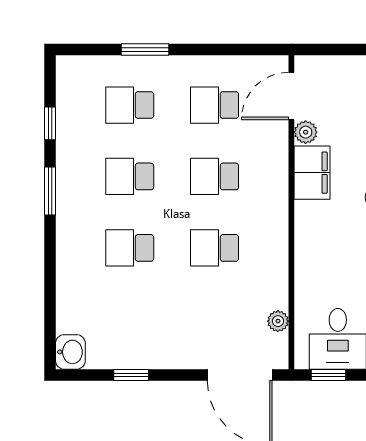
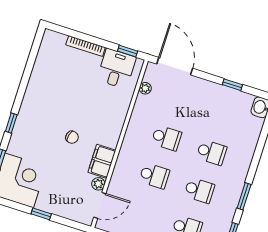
school desk: (215, 105) -> (142, 214), removed

